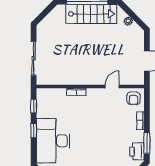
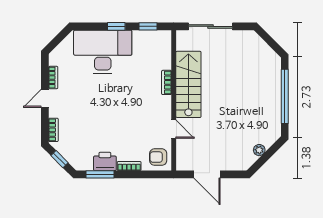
stairs: (91, 14) -> (188, 84), moved, turned 180
printer: (137, 151) -> (105, 161), moved

